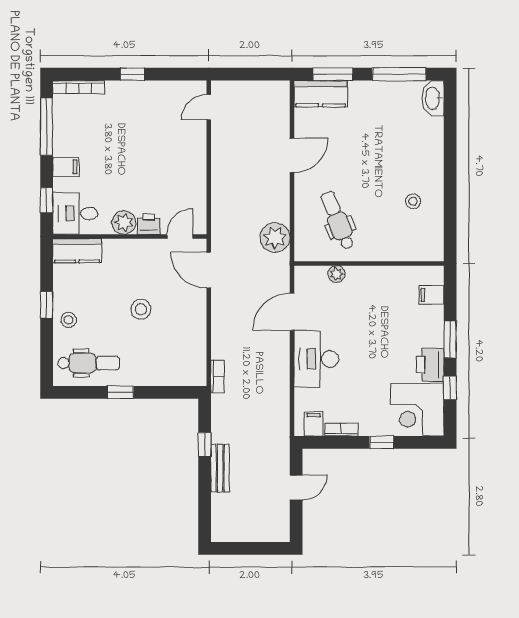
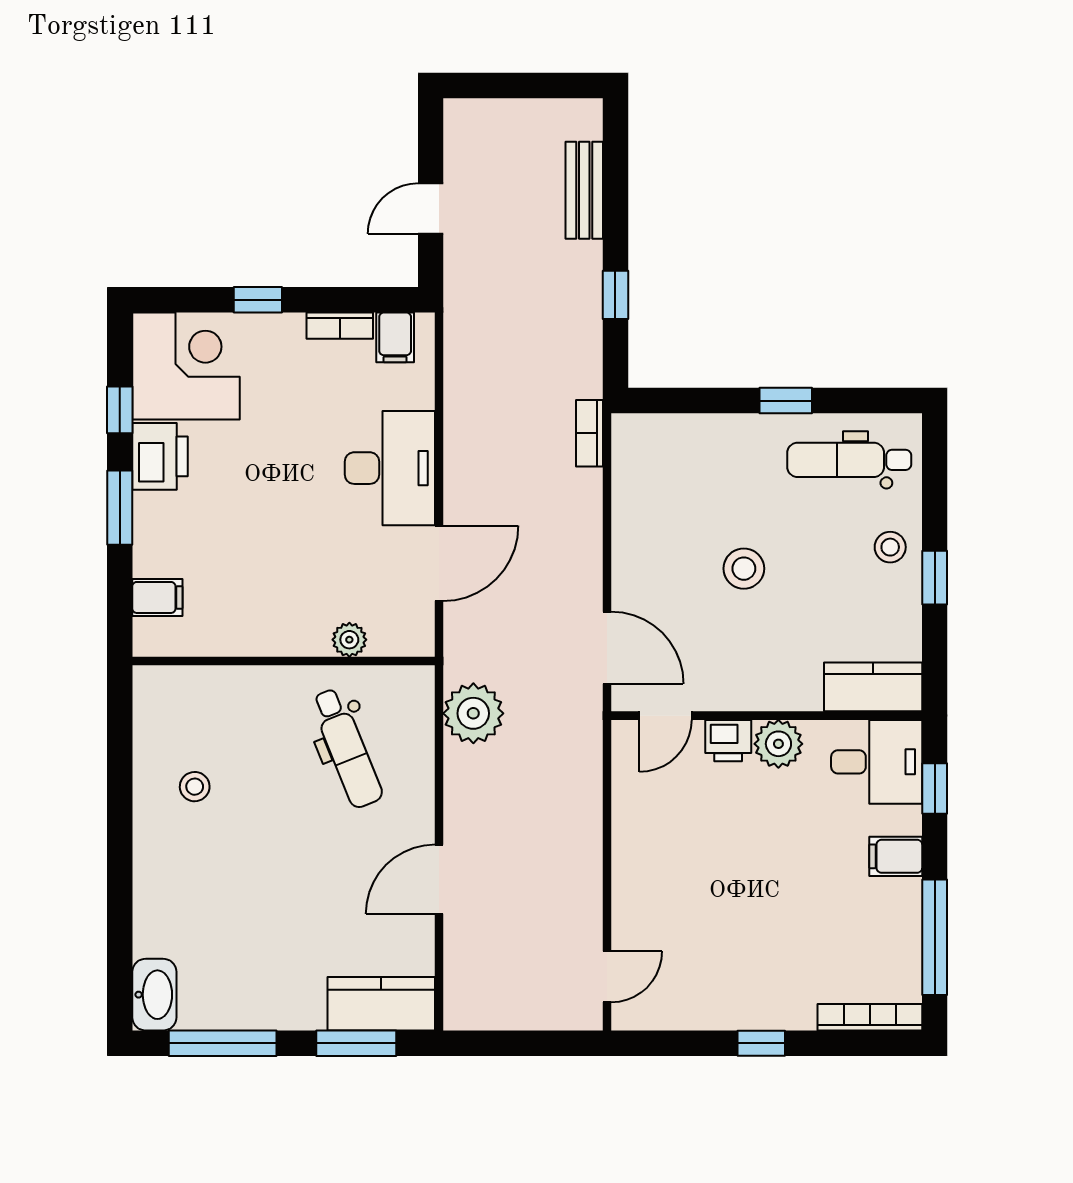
bench: (220, 468) -> (584, 190), moved

